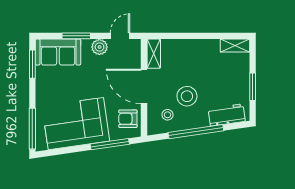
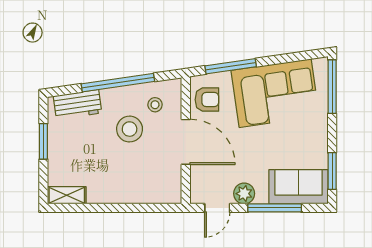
window: (76, 36) -> (275, 208), width x1.44
shelving: (154, 54) -> (173, 185), removed

